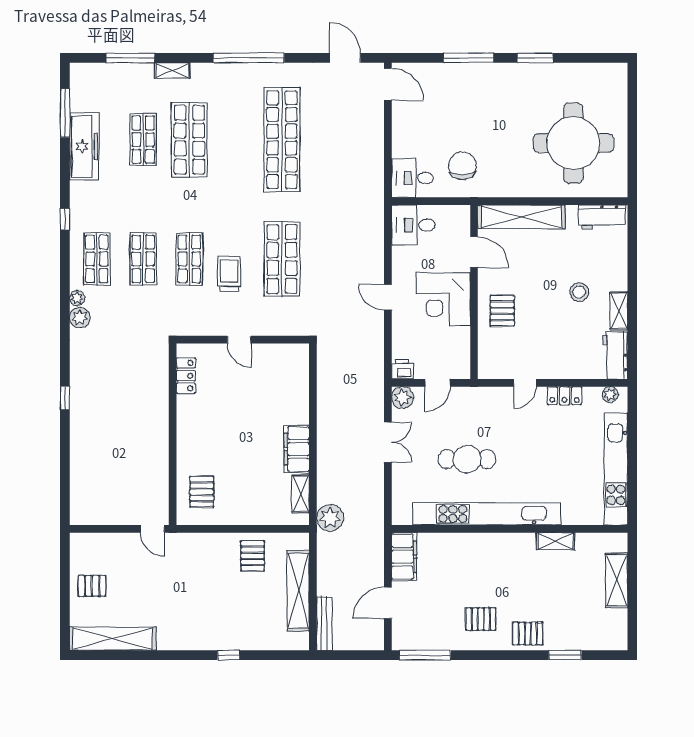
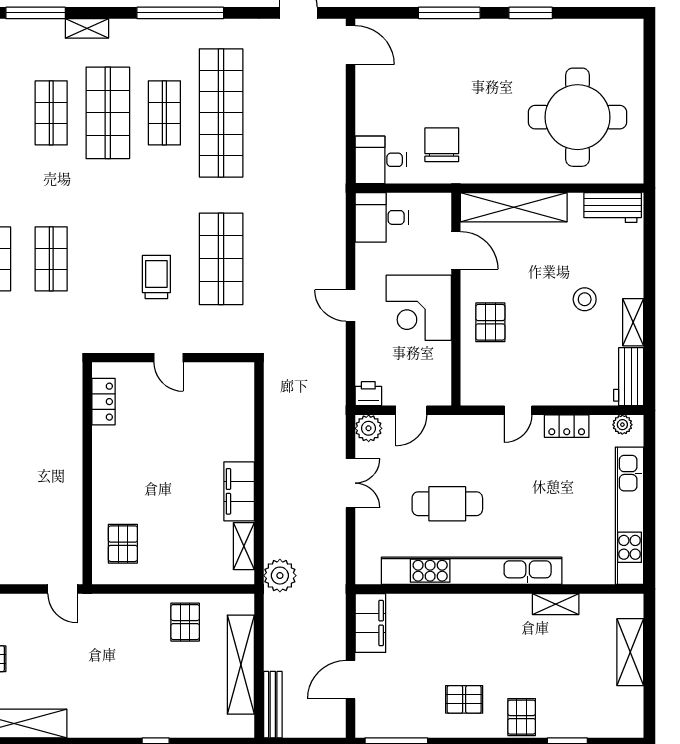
shop shelf: (189, 259) -> (164, 113), moved
pallet: (528, 634) -> (522, 717), turned 90

